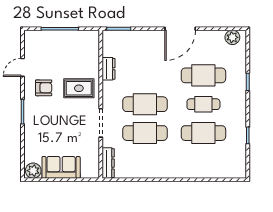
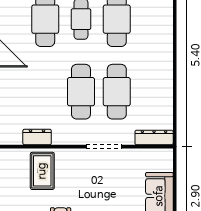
rug: (79, 88) -> (42, 171), moved

